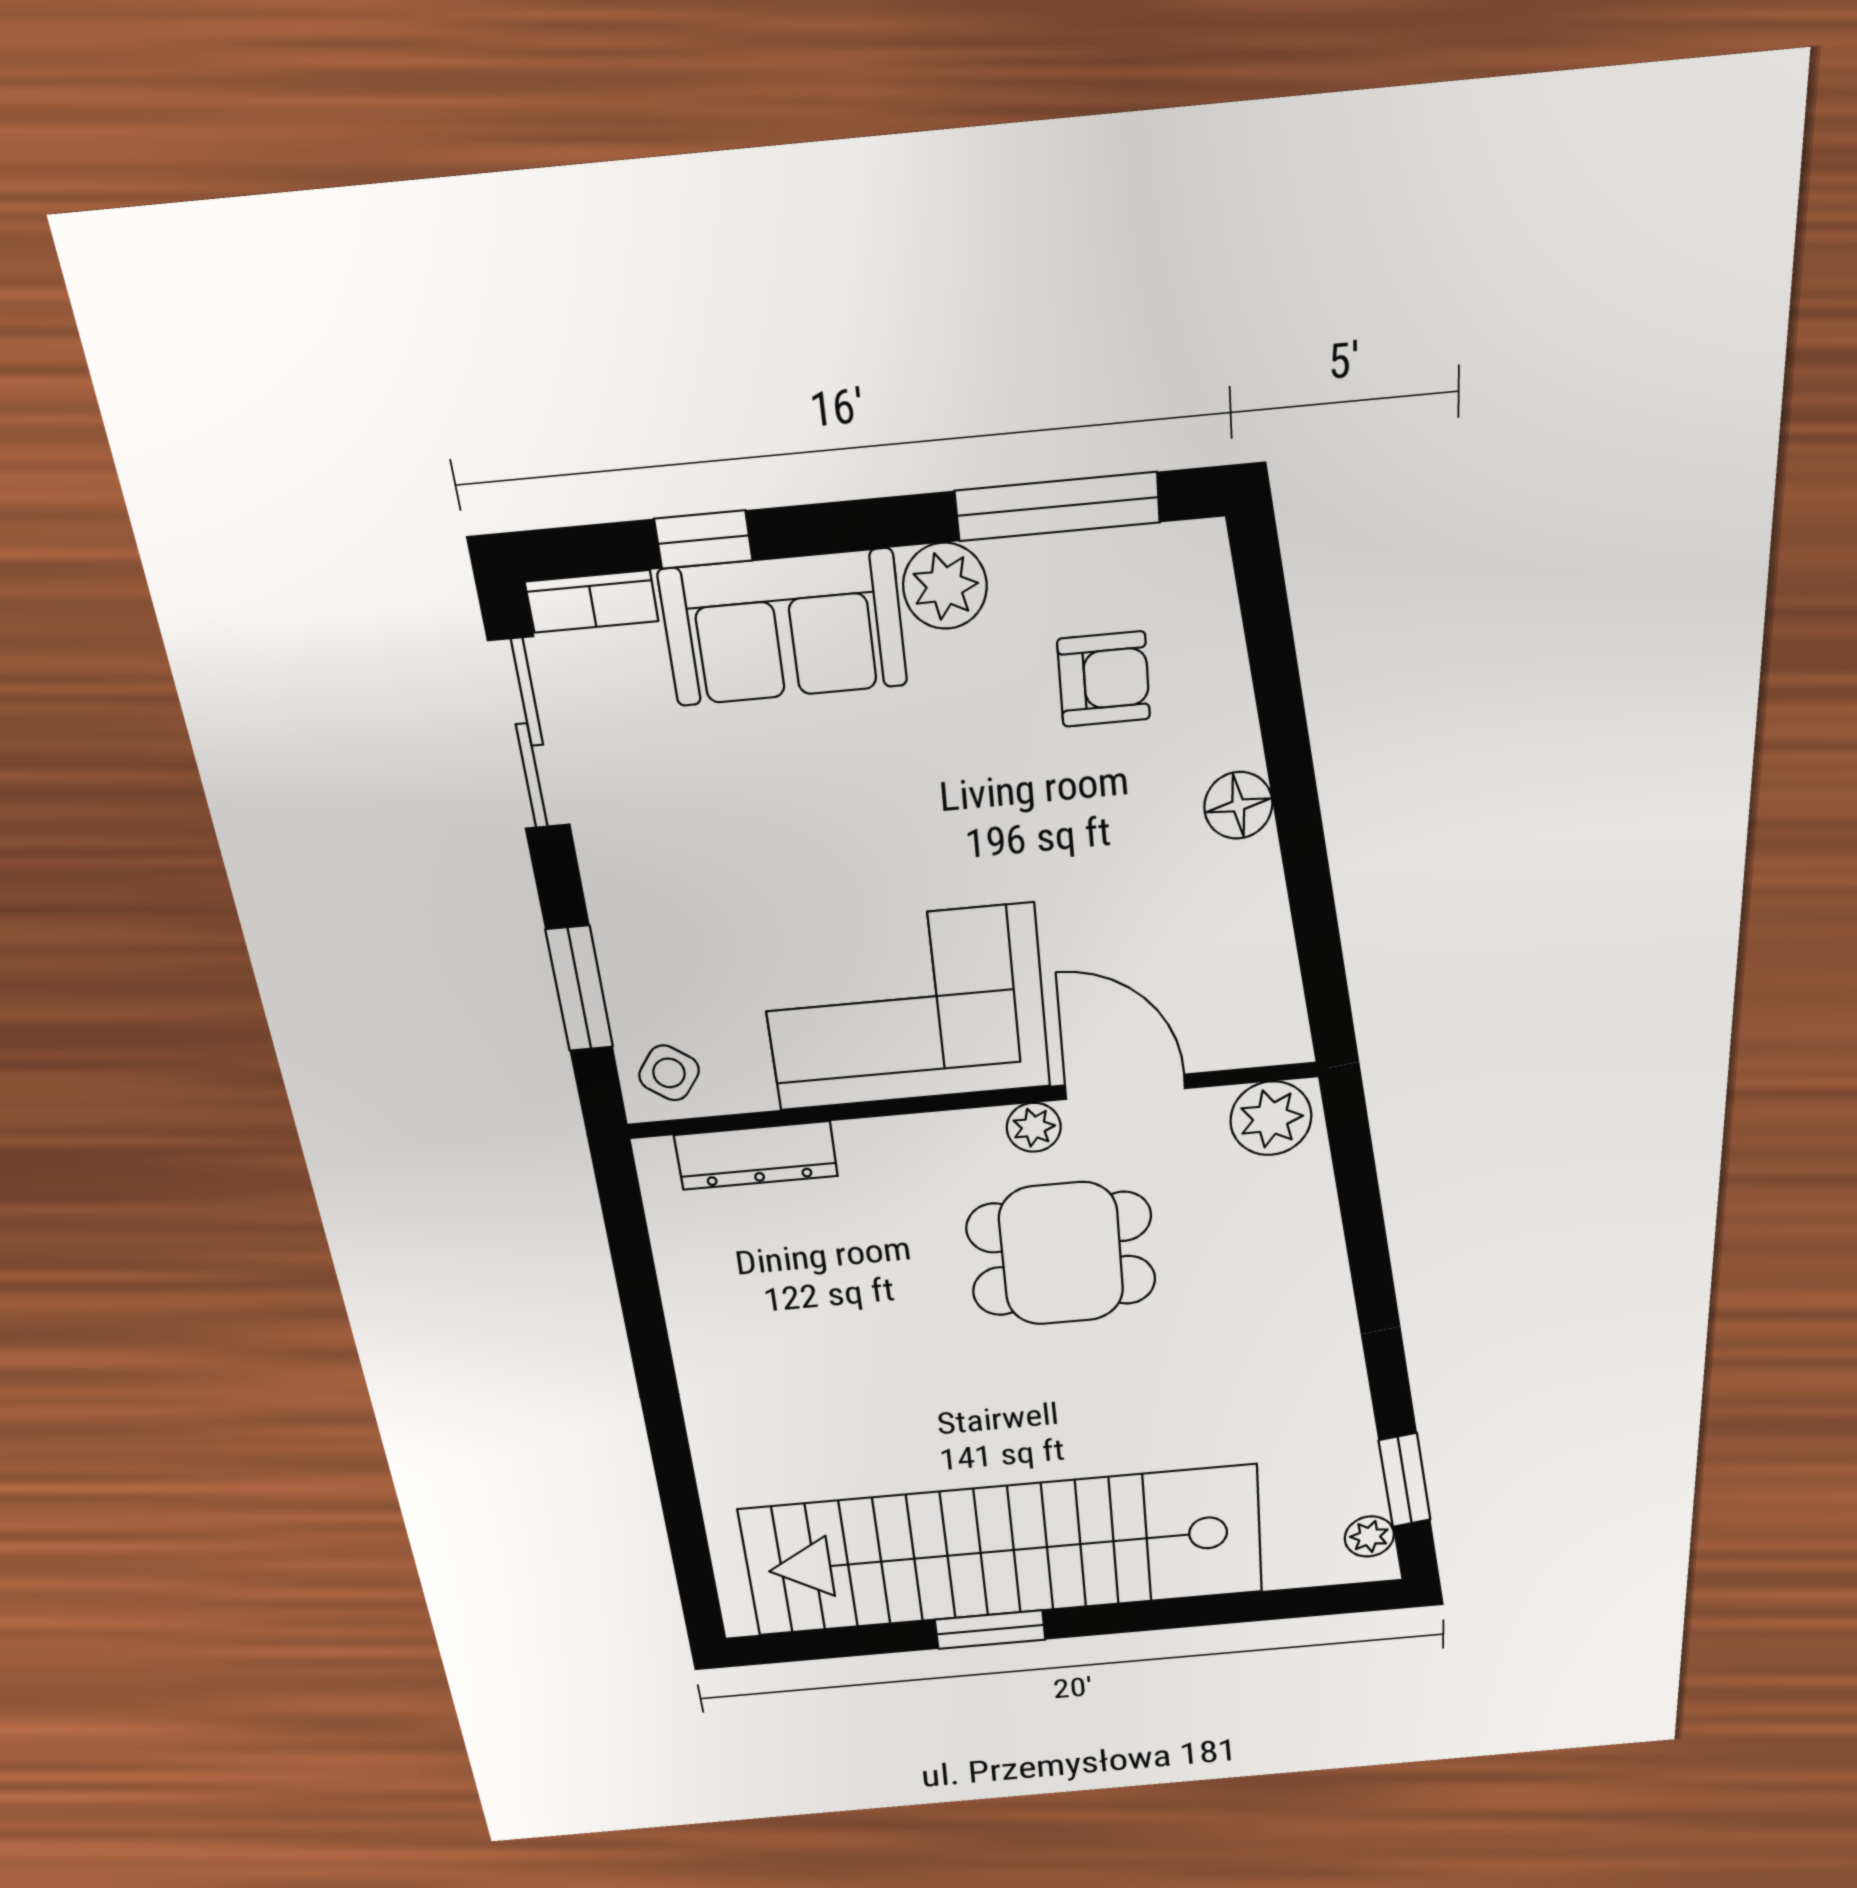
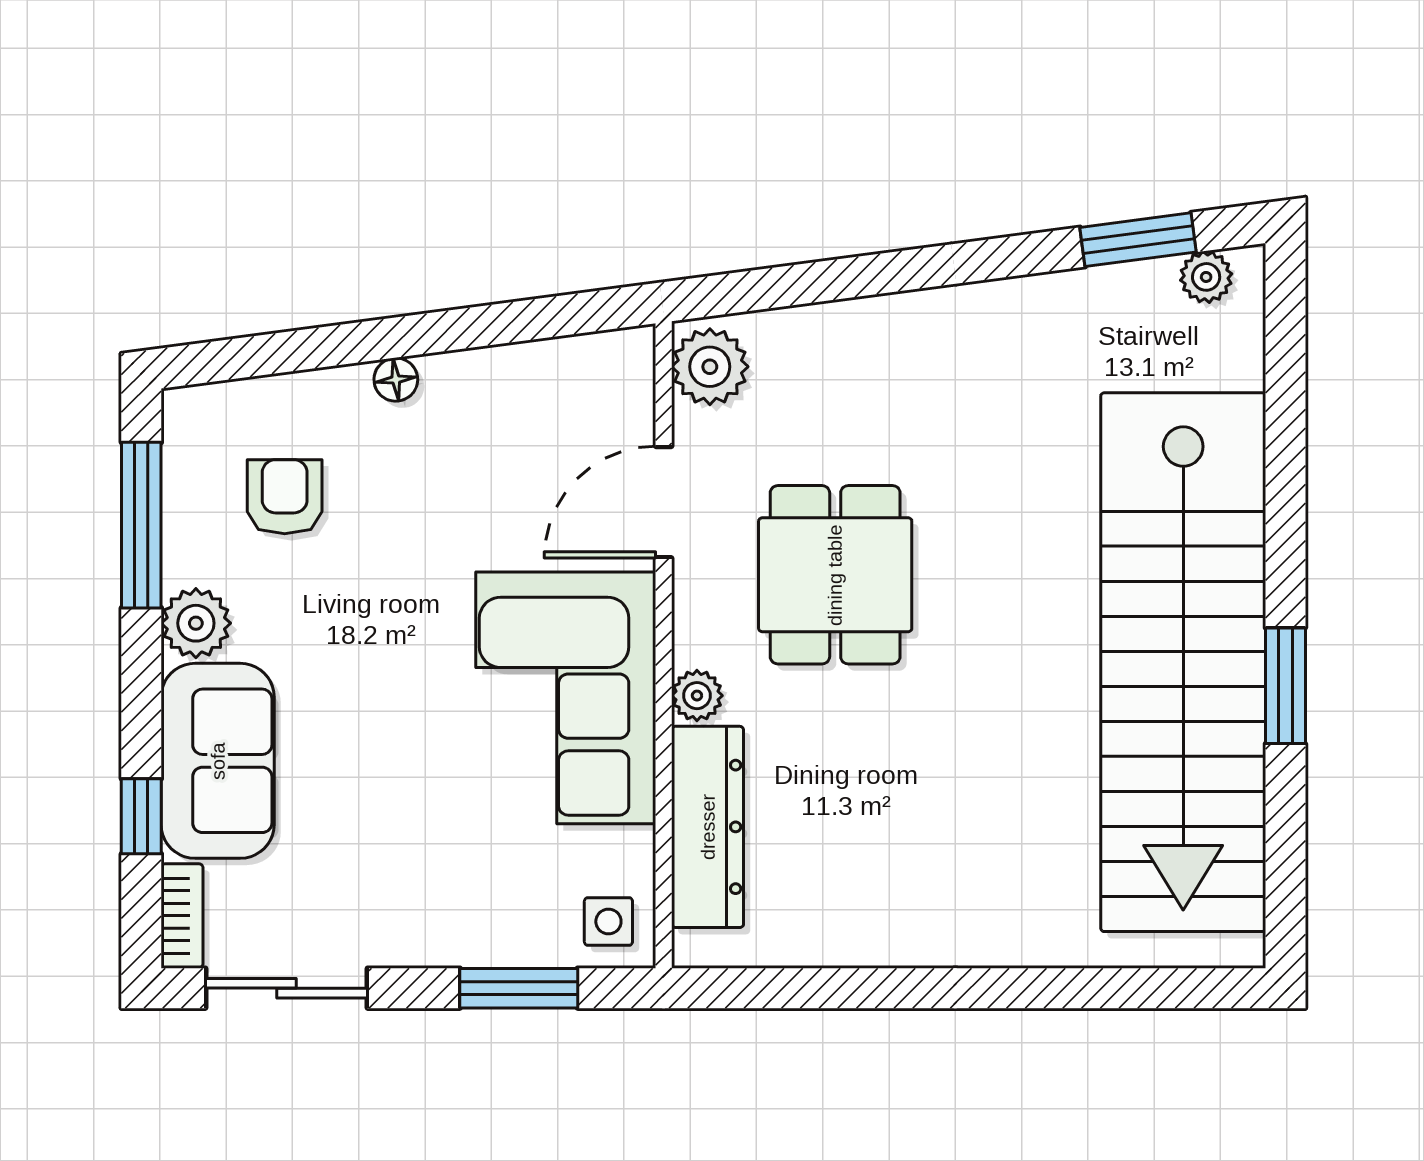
floor lamp: (1238, 805) -> (396, 380), width x0.73, depth x0.73
side table: (669, 1073) -> (608, 922), turned -36
plant: (1034, 1127) -> (697, 696), moved
dresser: (756, 1156) -> (708, 827), width x1.37, depth x1.24

